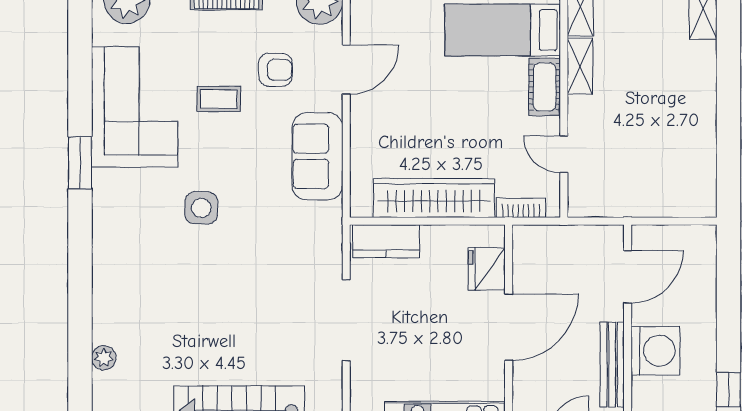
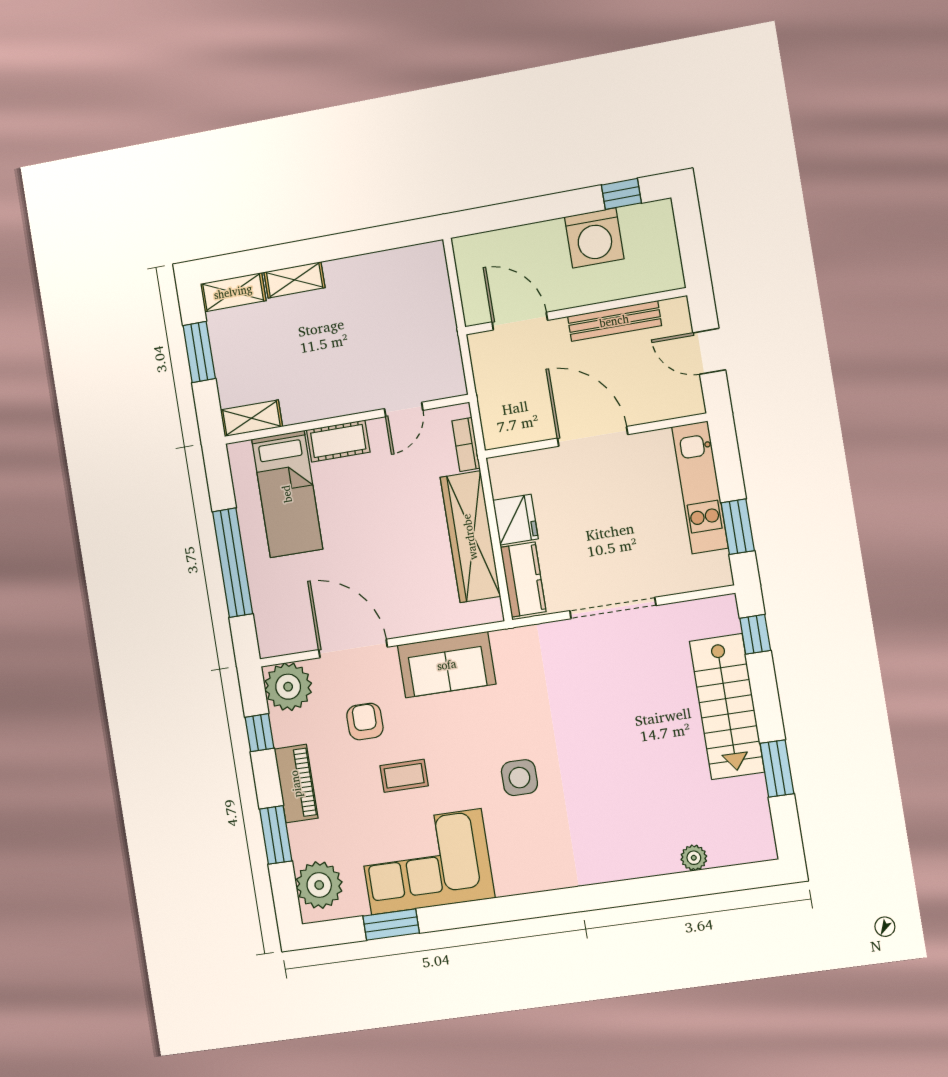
shelving: (580, 66) -> (294, 280), moved
door: (346, 70) -> (353, 648), width x1.36
coffee table: (219, 99) -> (404, 776), turned 90
window: (80, 163) -> (391, 925), moved
fridge: (487, 269) -> (515, 520), moved, turned -90
washing machine: (655, 351) -> (594, 238), moved, turned 180

